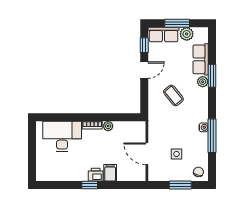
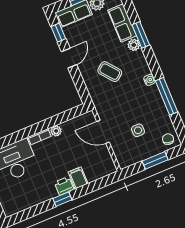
water cooler: (204, 127) -> (149, 80), moved
door: (147, 154) -> (103, 132), moved

